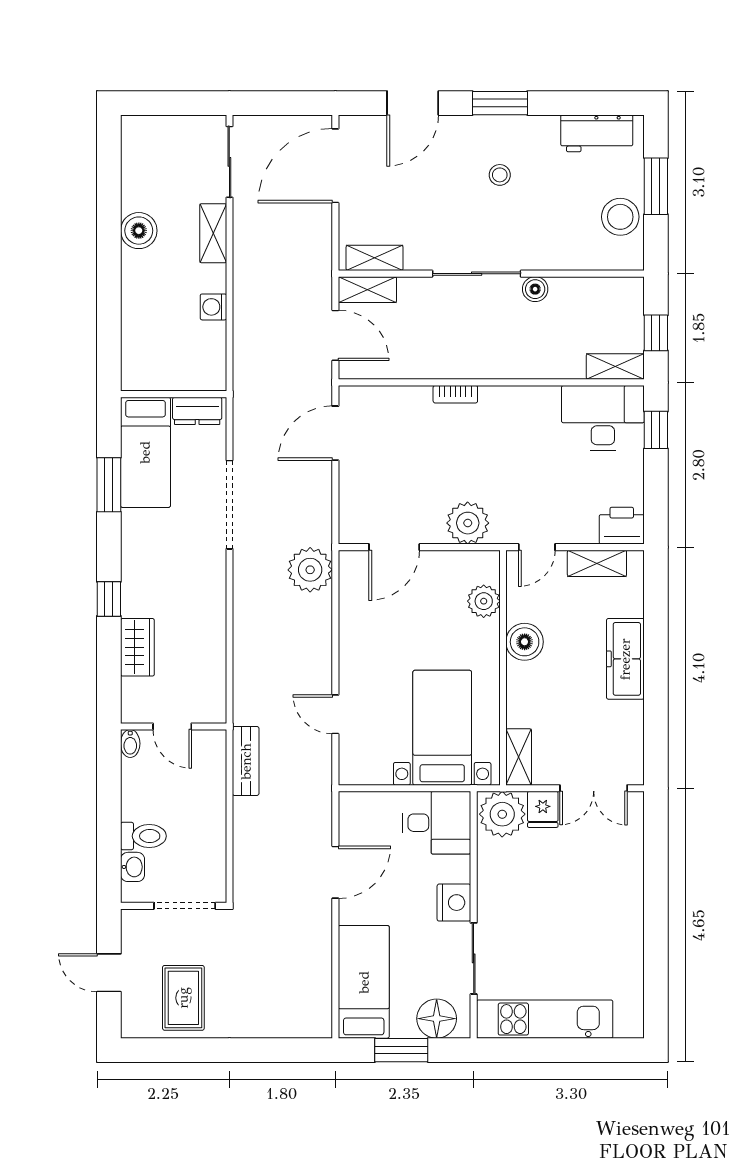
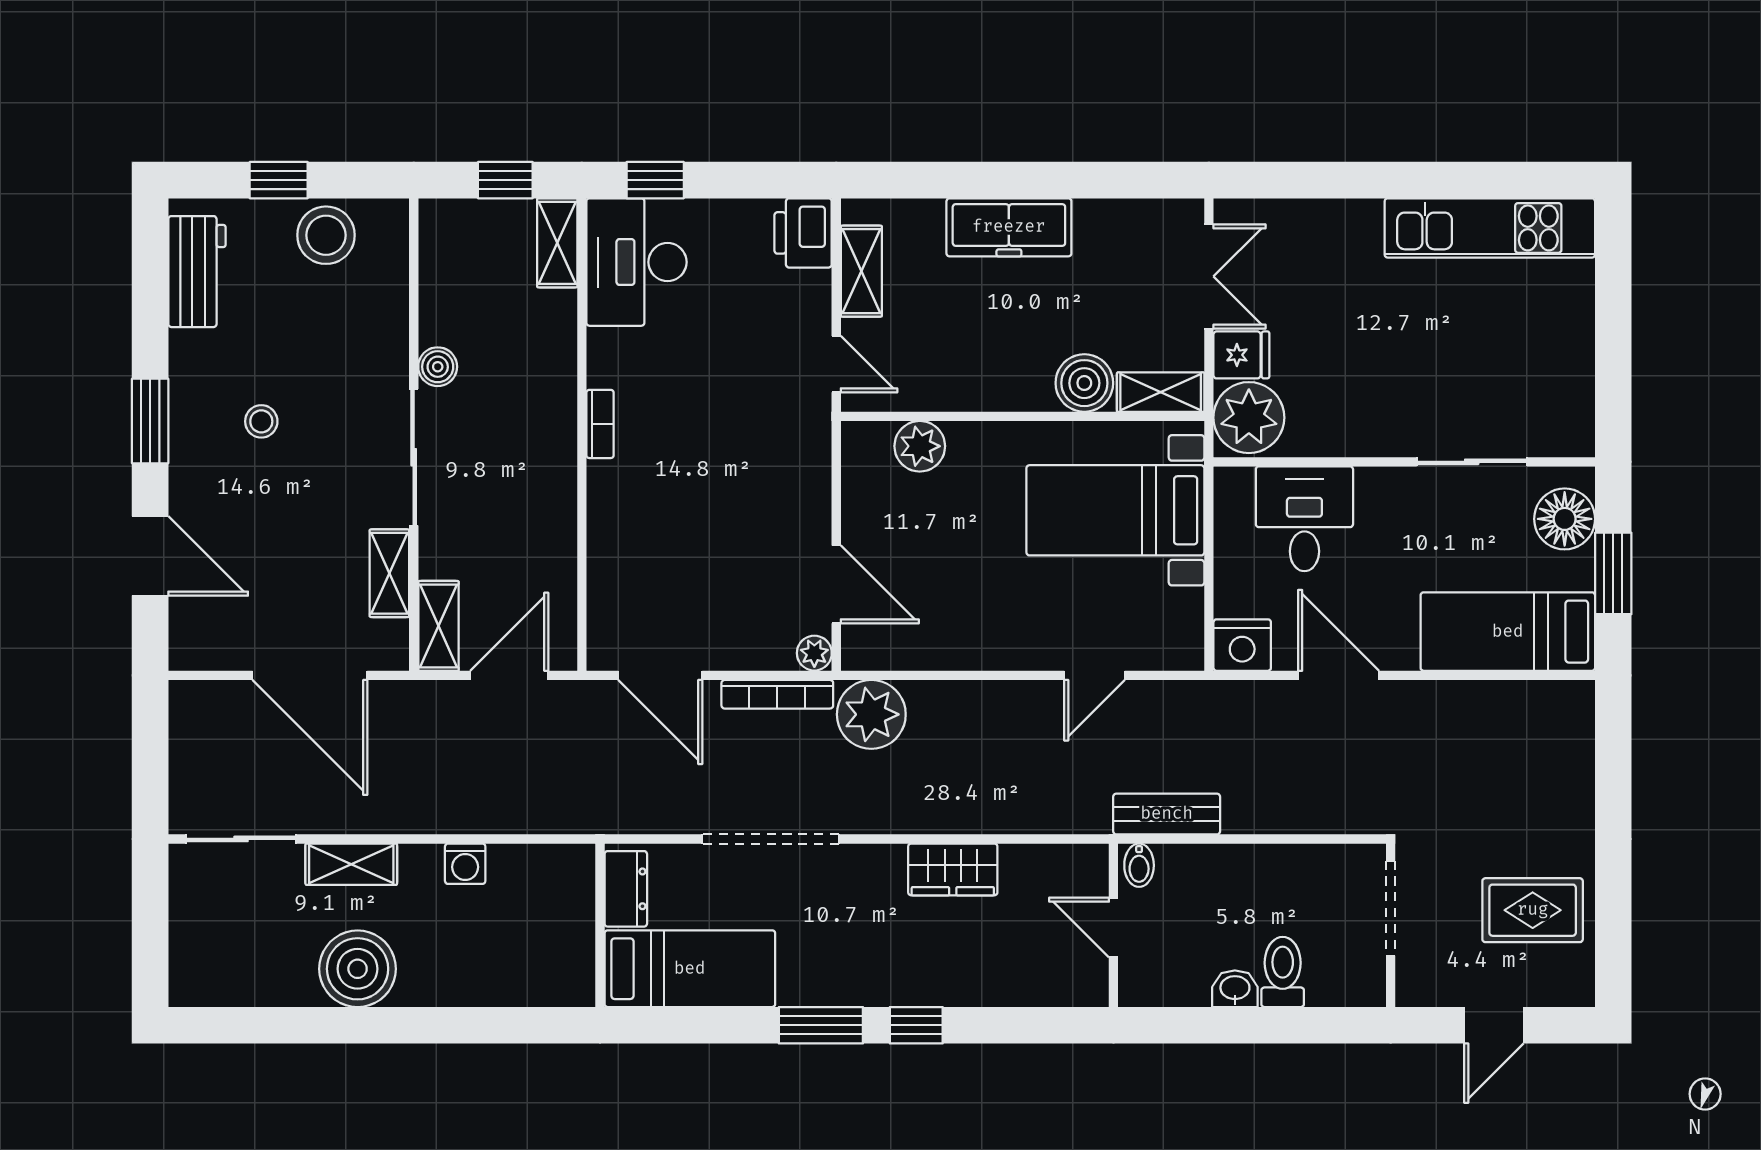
door: (335, 166) -> (310, 675), moved
window: (656, 186) -> (279, 180), width x0.67
boiler: (139, 231) -> (358, 969), width x1.37, depth x1.37
shelving: (375, 258) -> (389, 573), moved
bookcase: (455, 394) -> (600, 424), moved
window: (109, 485) -> (821, 1025), moved
bookcase: (323, 509) -> (777, 694), added
plant: (468, 523) -> (814, 653), moved, width x0.53, depth x0.53
boiler: (525, 642) -> (1084, 383), moved
wardrobe: (137, 647) -> (953, 869), moved, turned 180
door: (172, 727) -> (1113, 927), swing flipped
bidet: (130, 744) -> (1139, 865), moved, turned 90
desk: (437, 823) -> (1304, 519), moved
washbasin: (133, 867) -> (1235, 989), moved
nightstand: (454, 903) -> (1242, 645), moved, turned 180
kitchen unit: (545, 1019) -> (1490, 228), moved, turned -90

